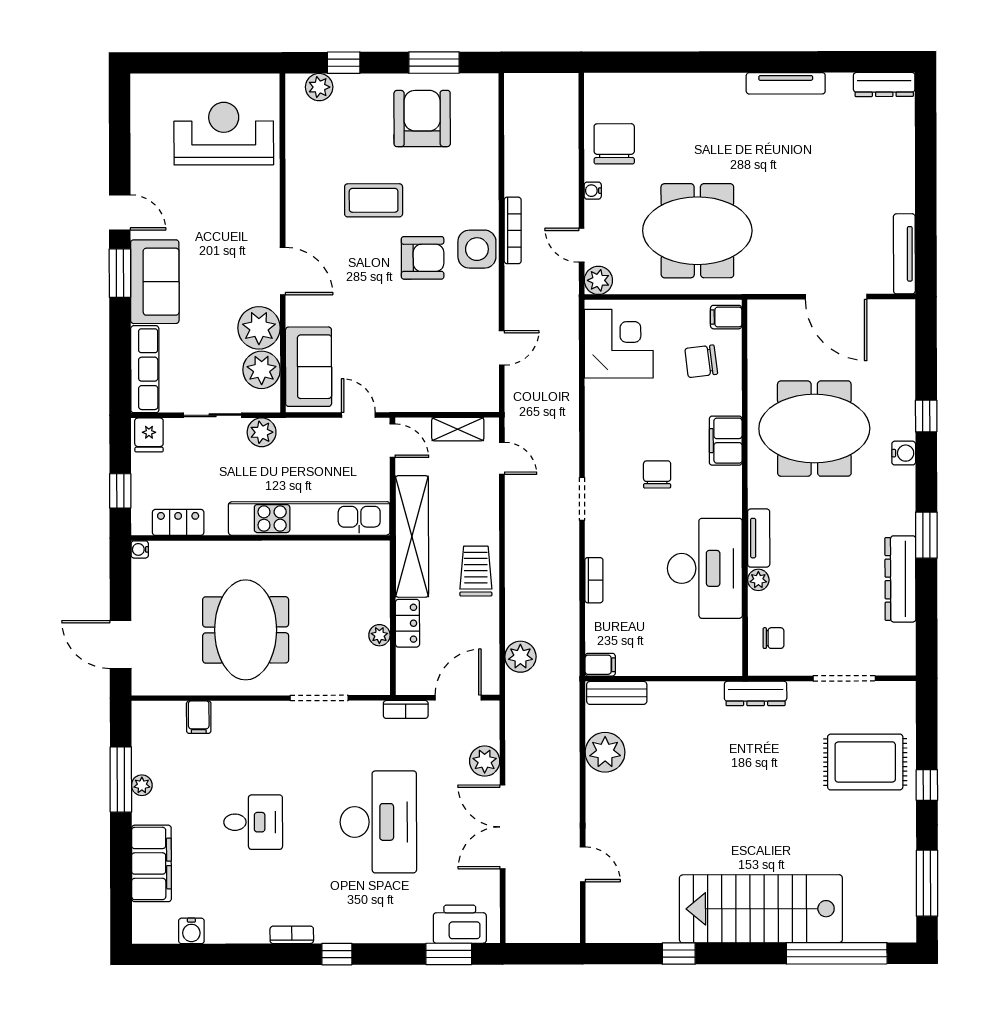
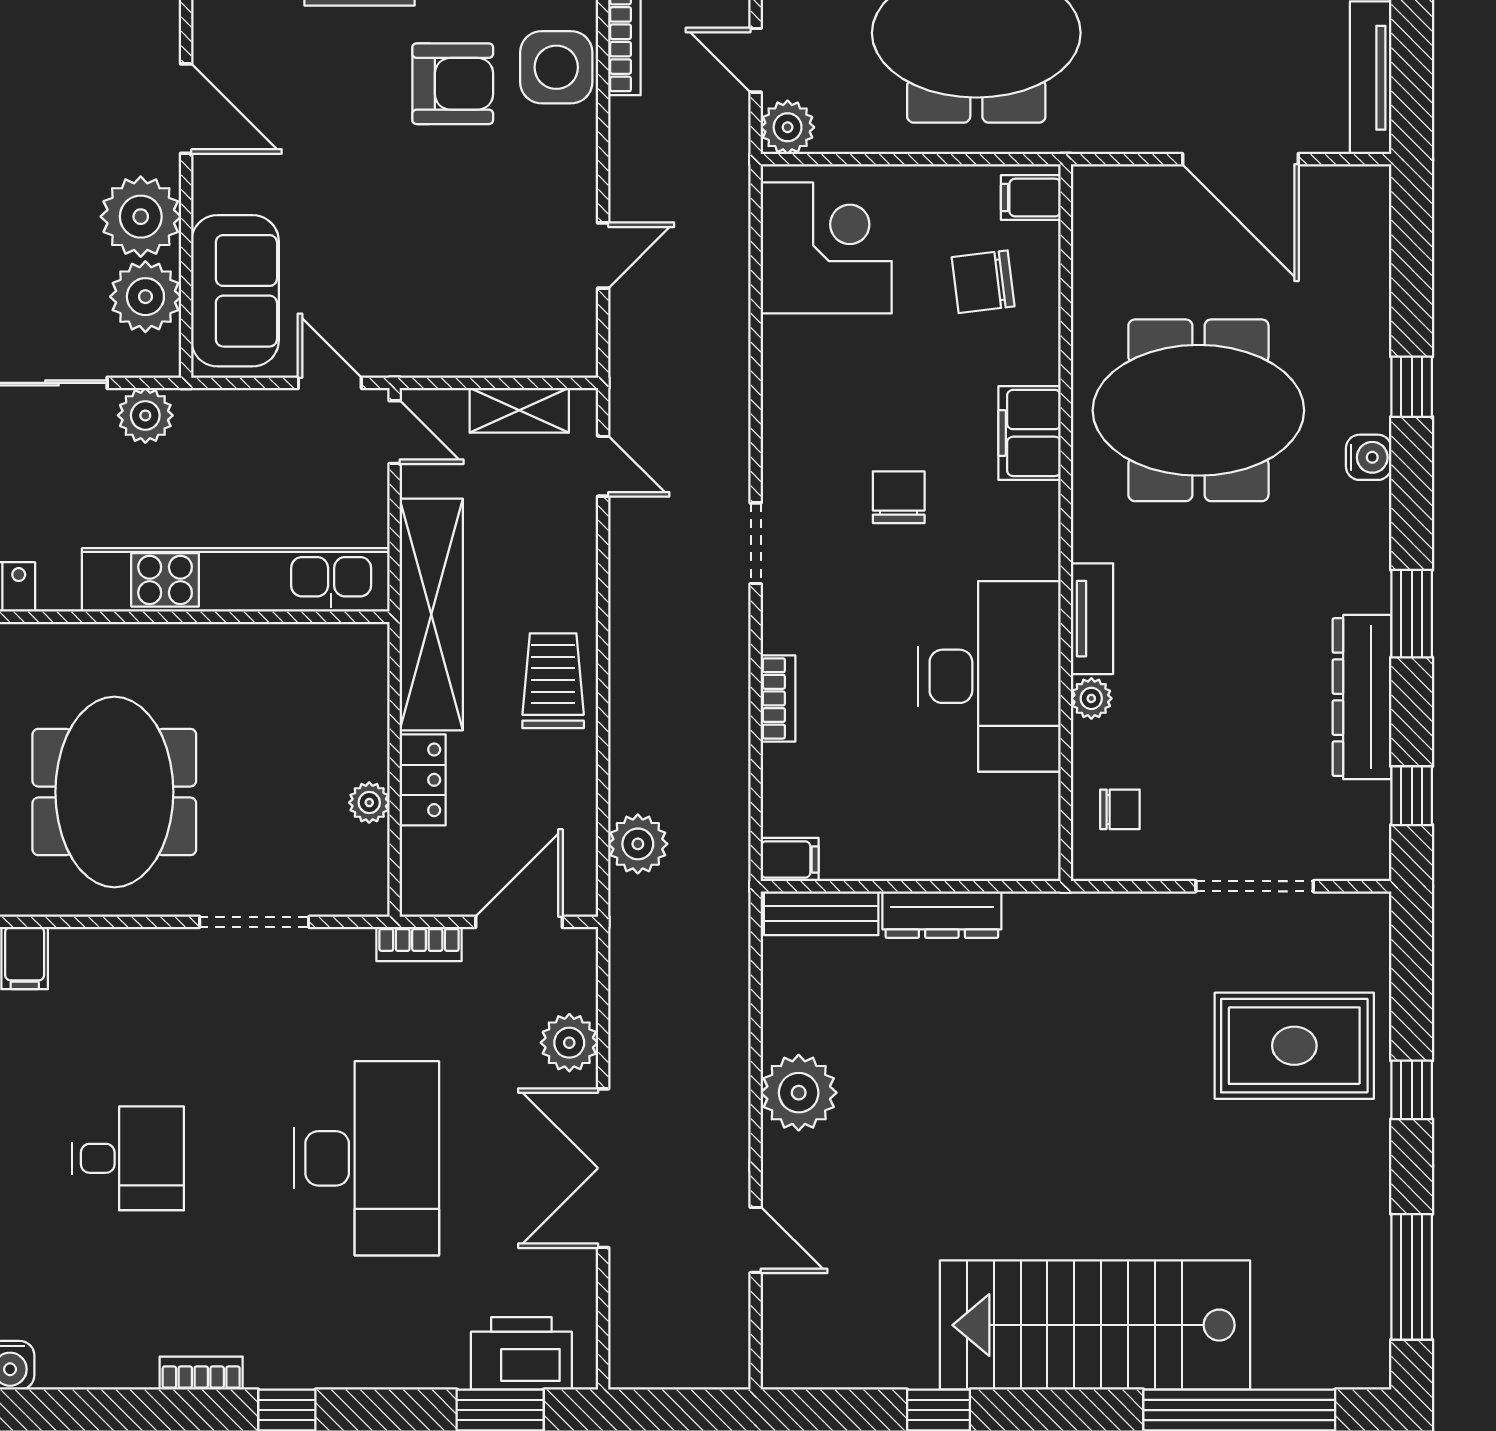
window: (927, 631) -> (1412, 796), added
dresser: (756, 693) -> (942, 915), moved
plant: (605, 752) -> (799, 1093), moved

